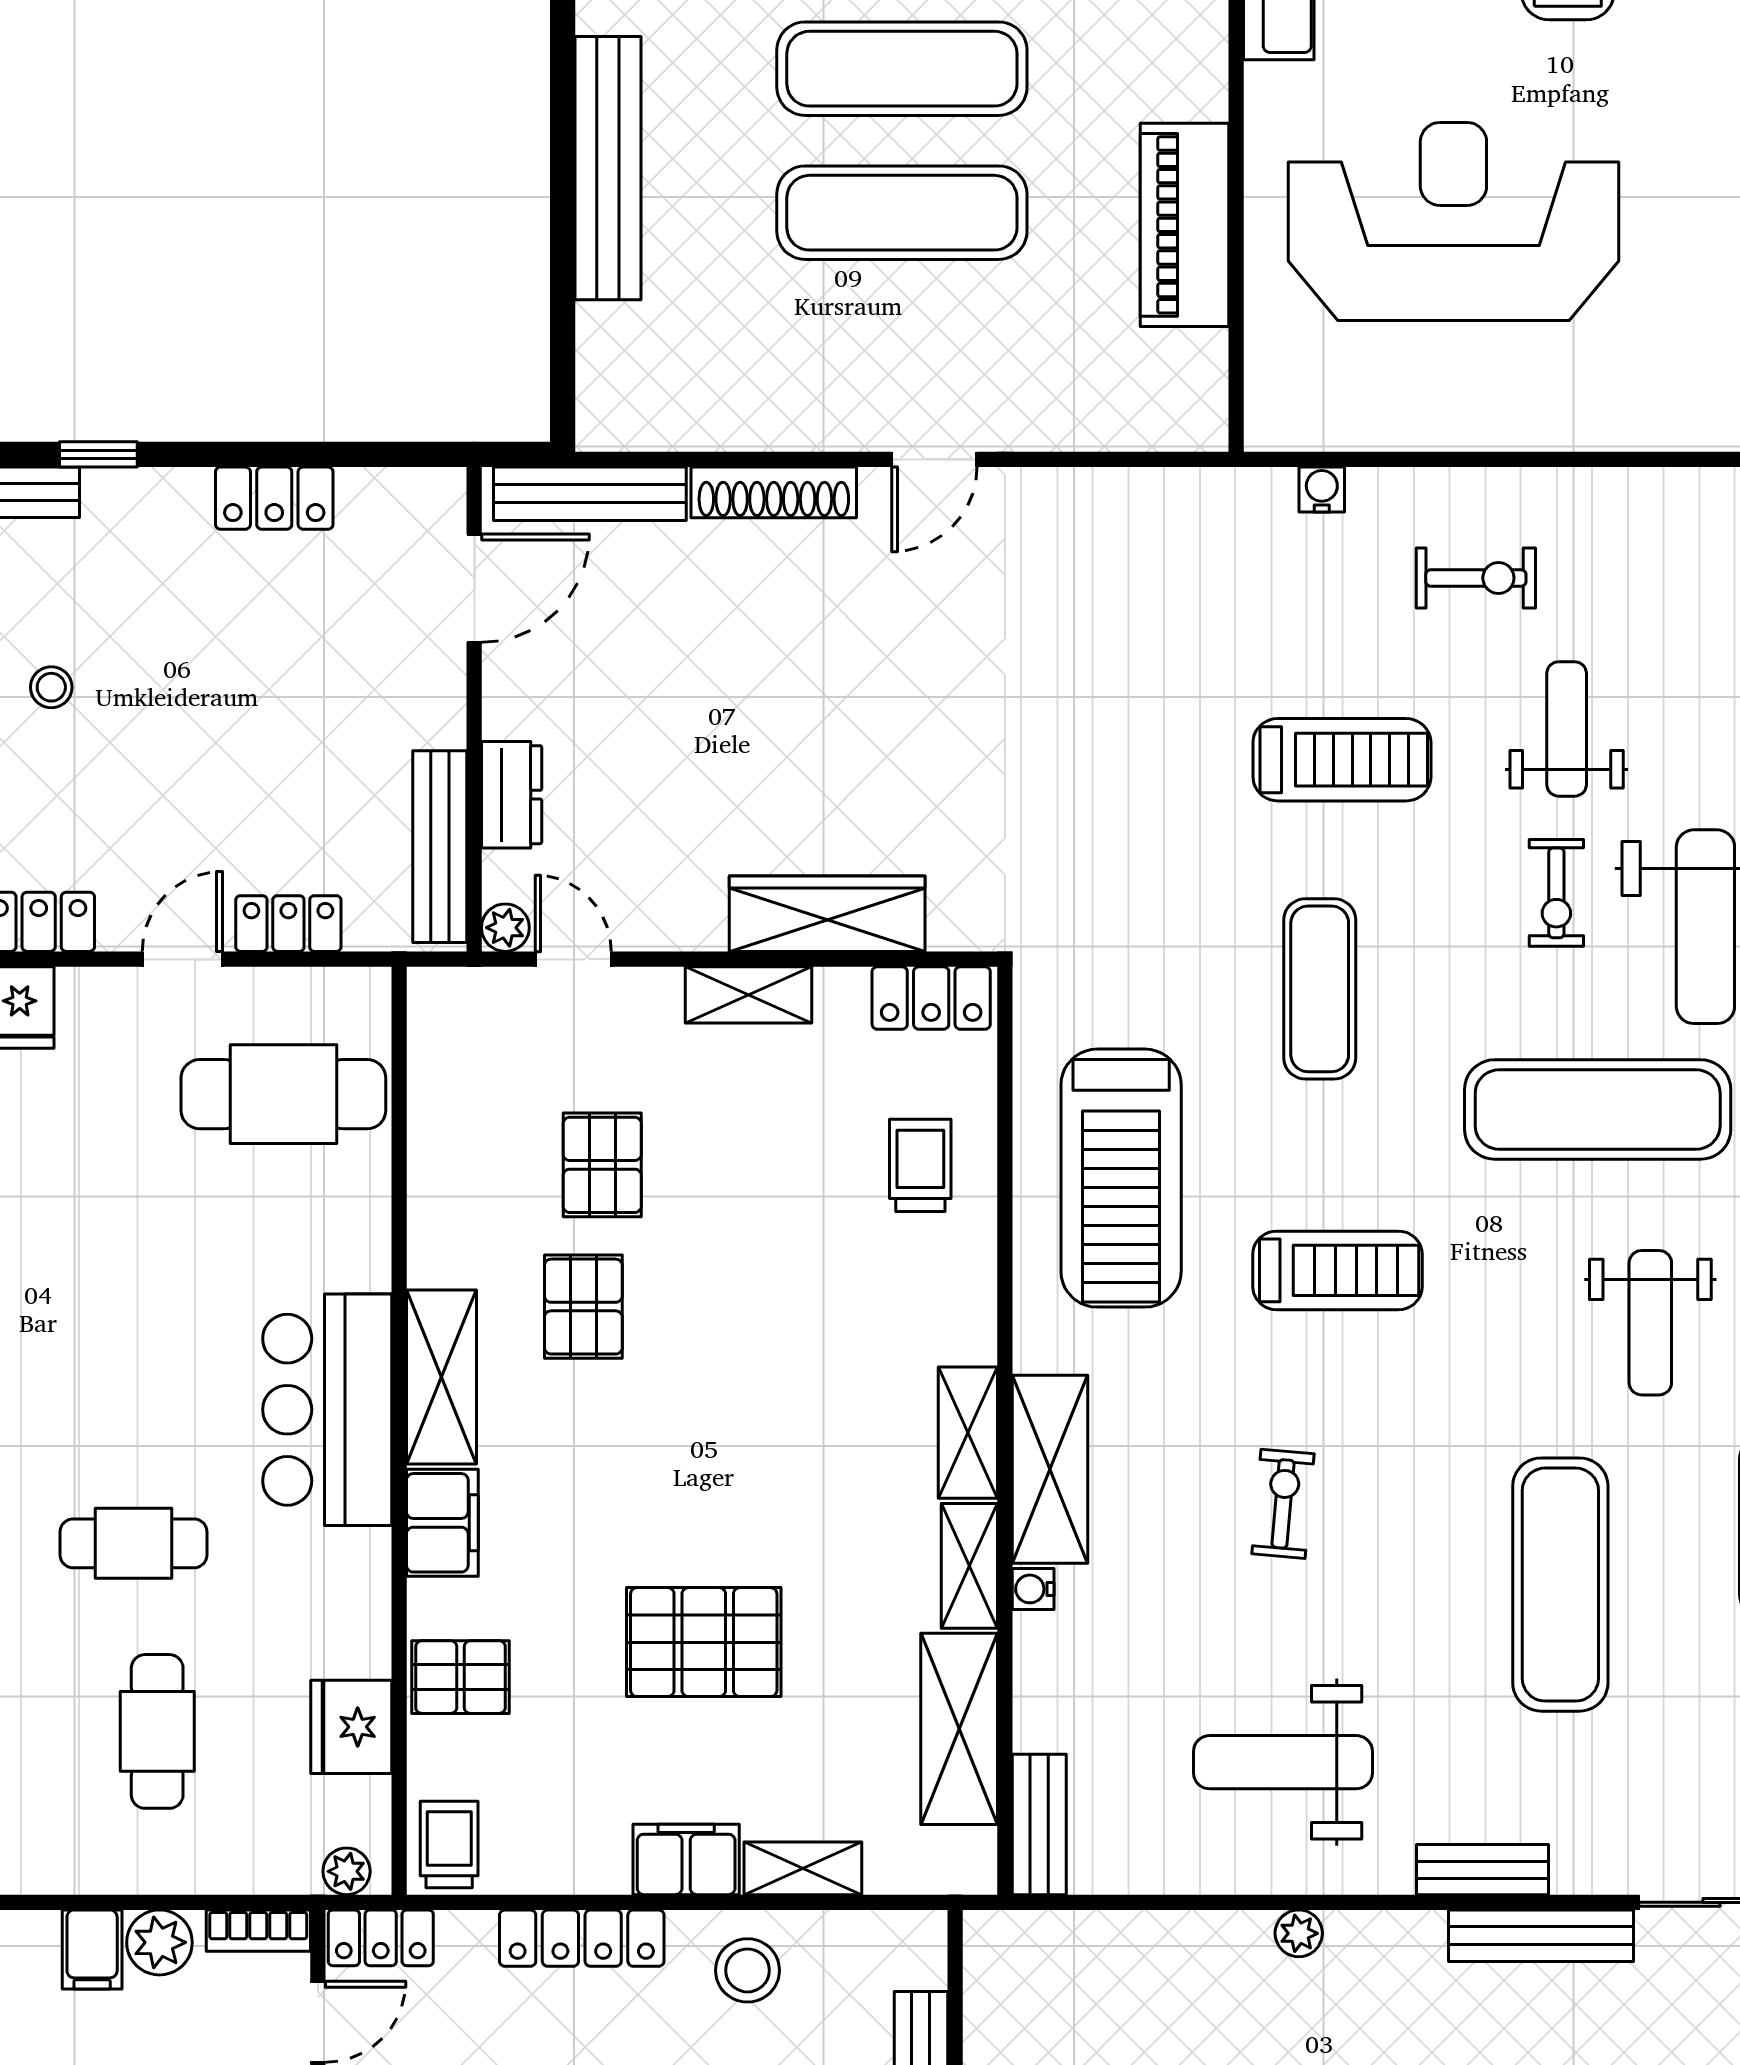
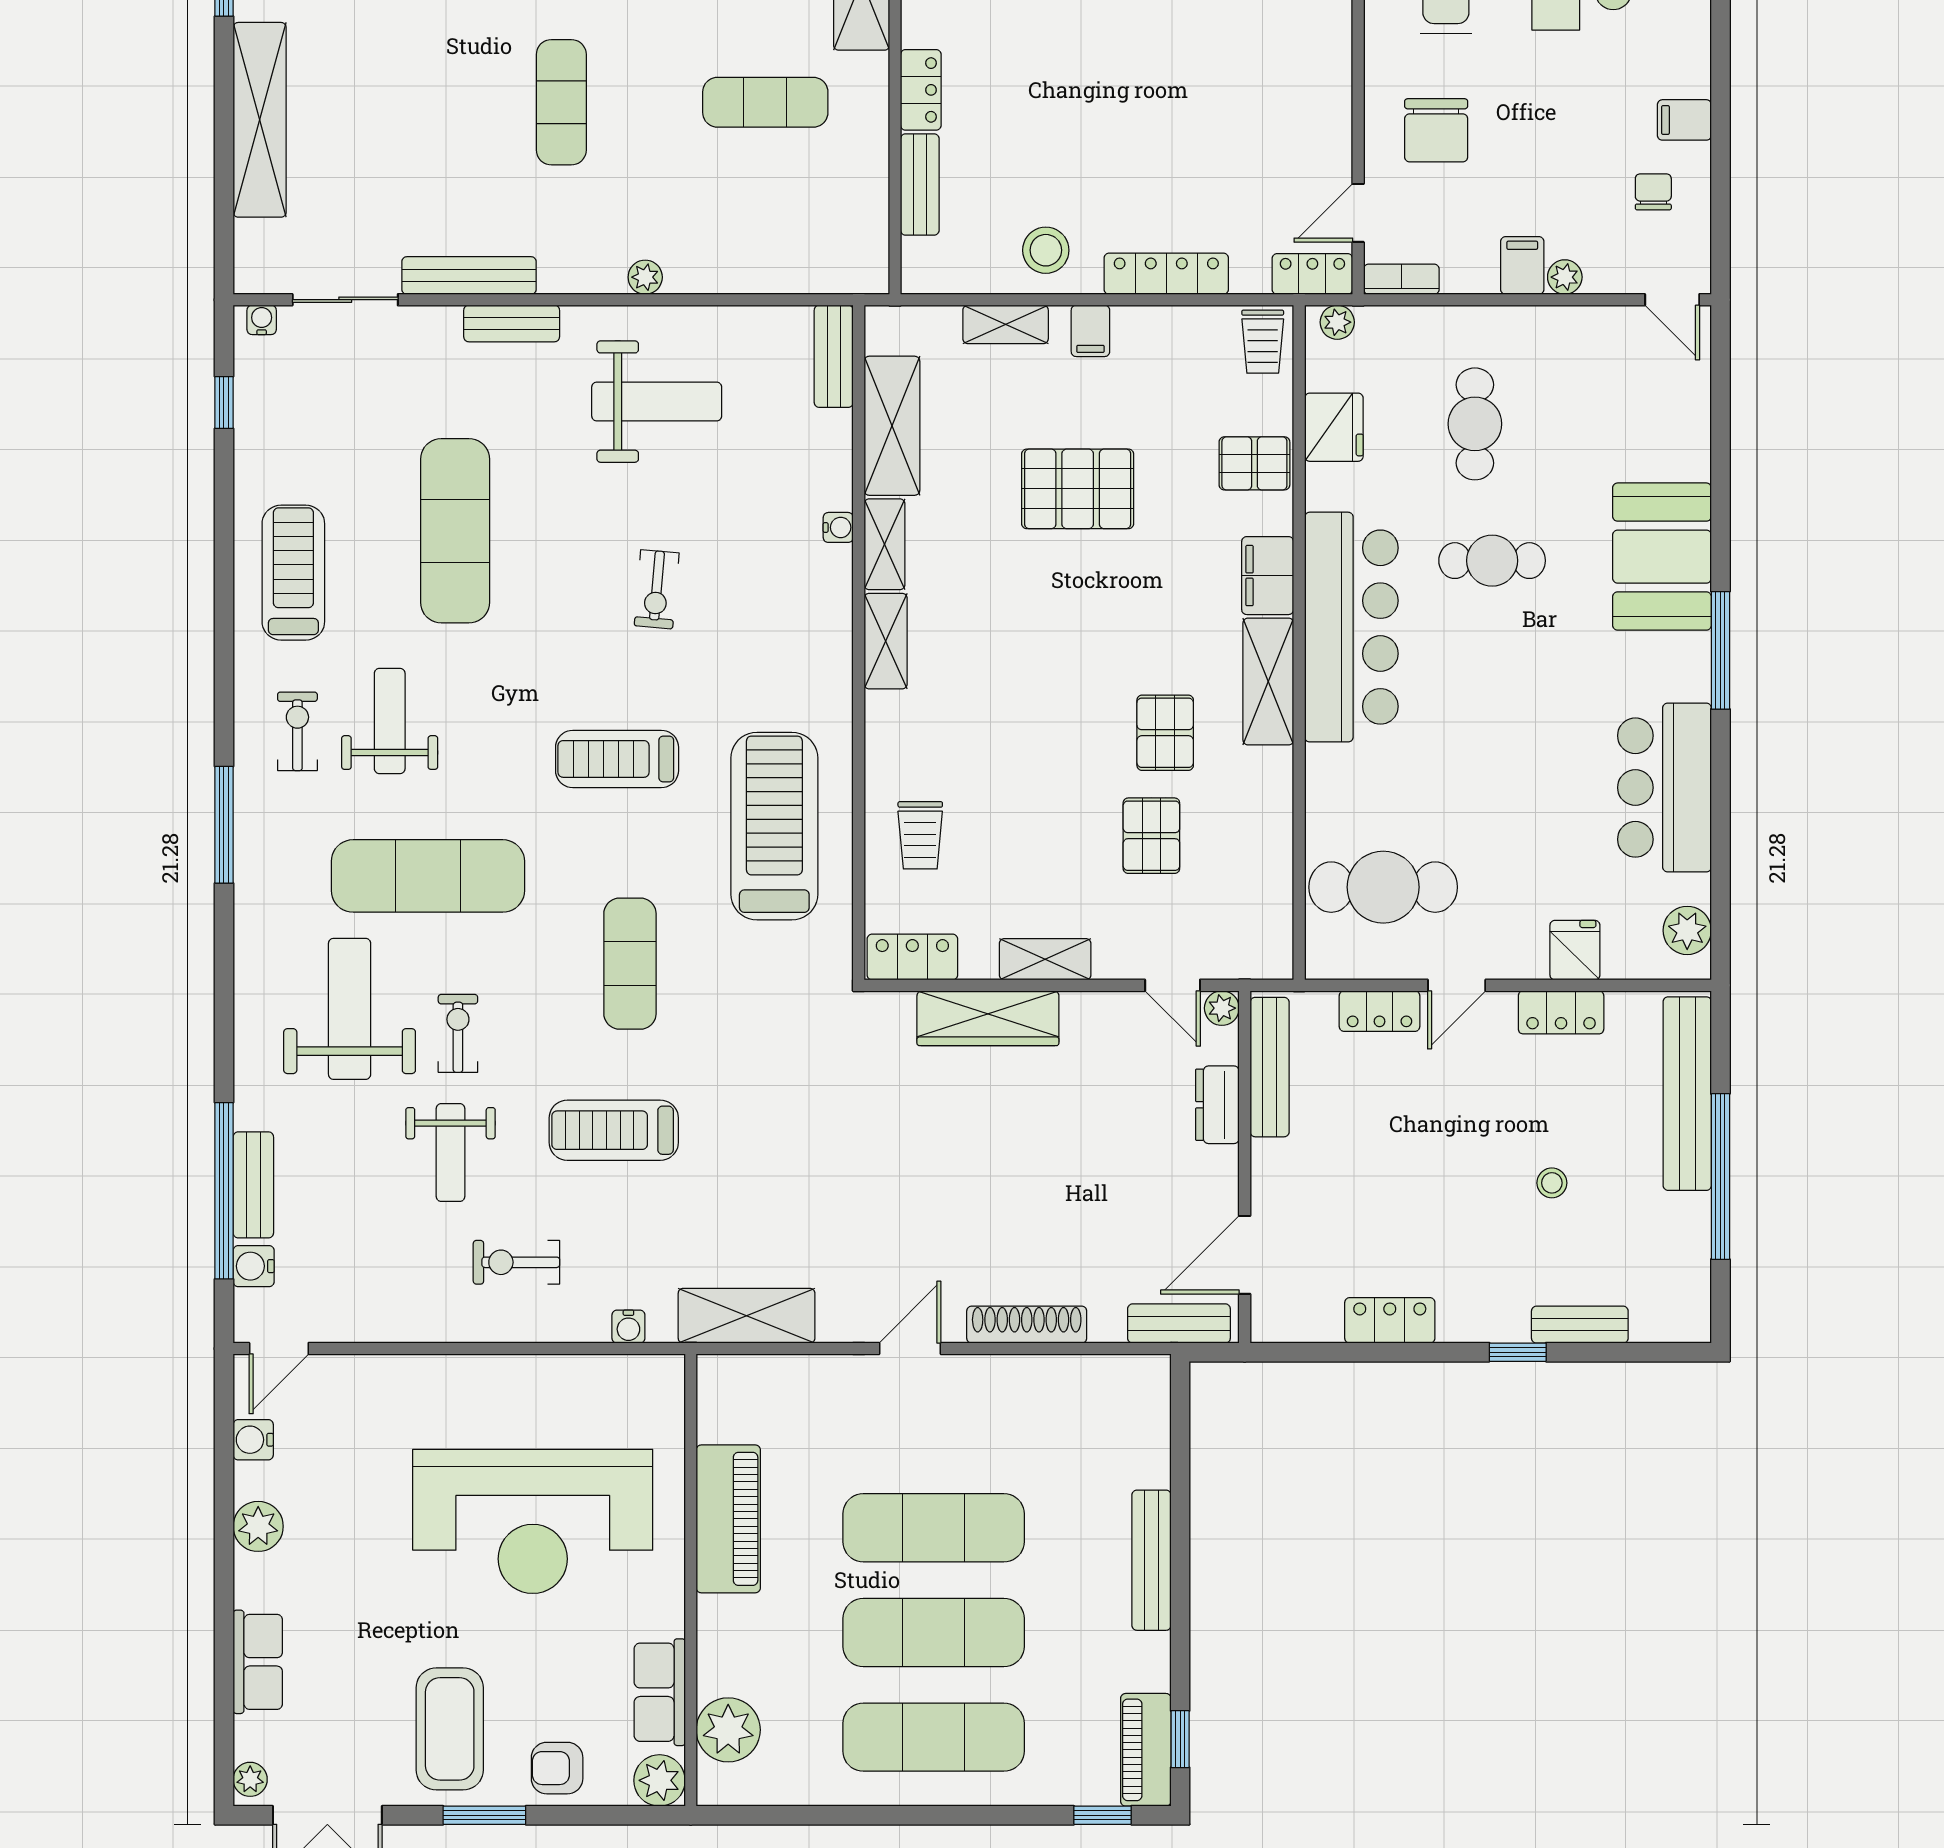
bench: (608, 168) -> (1151, 1560), width x0.73, depth x0.82
bench: (590, 494) -> (1179, 1324), width x0.73
bar counter: (327, 1410) -> (1351, 627), width x1.36
shelving: (1050, 1469) -> (747, 1316), moved, turned 90
filing cabinet: (686, 1859) -> (1090, 331), width x0.50
plant: (159, 1942) -> (1565, 277), moved, width x0.73, depth x0.73

